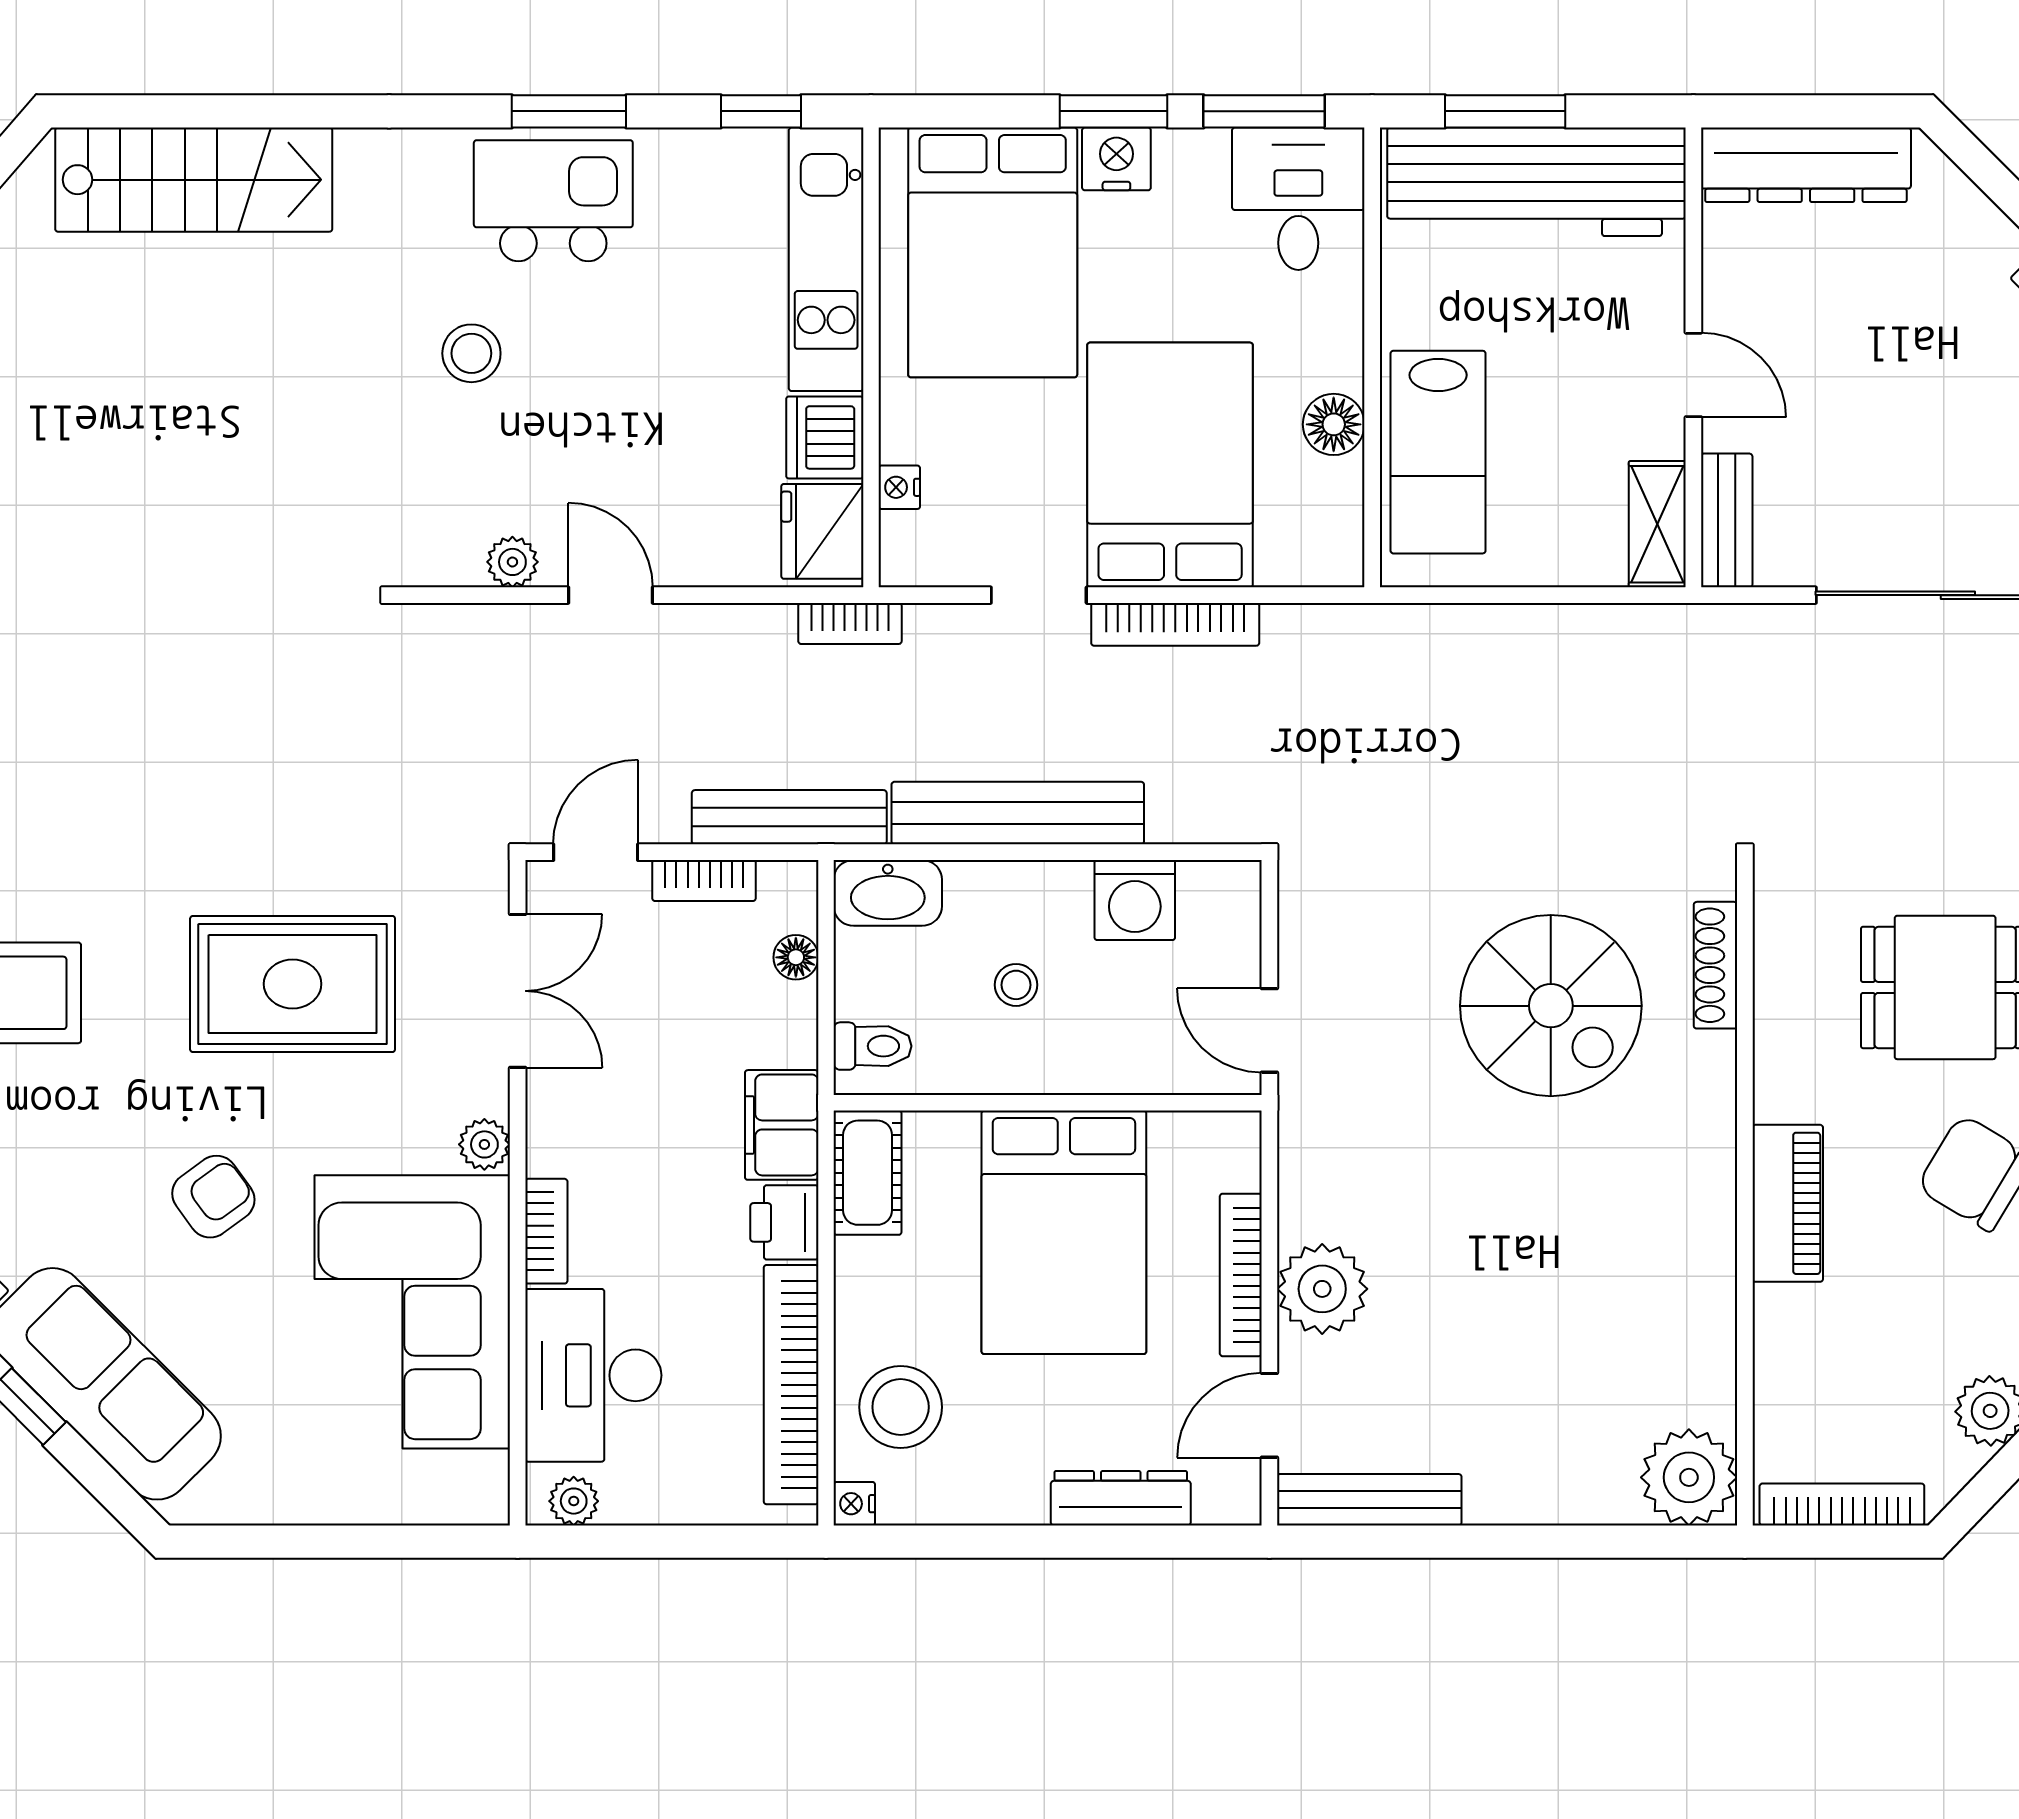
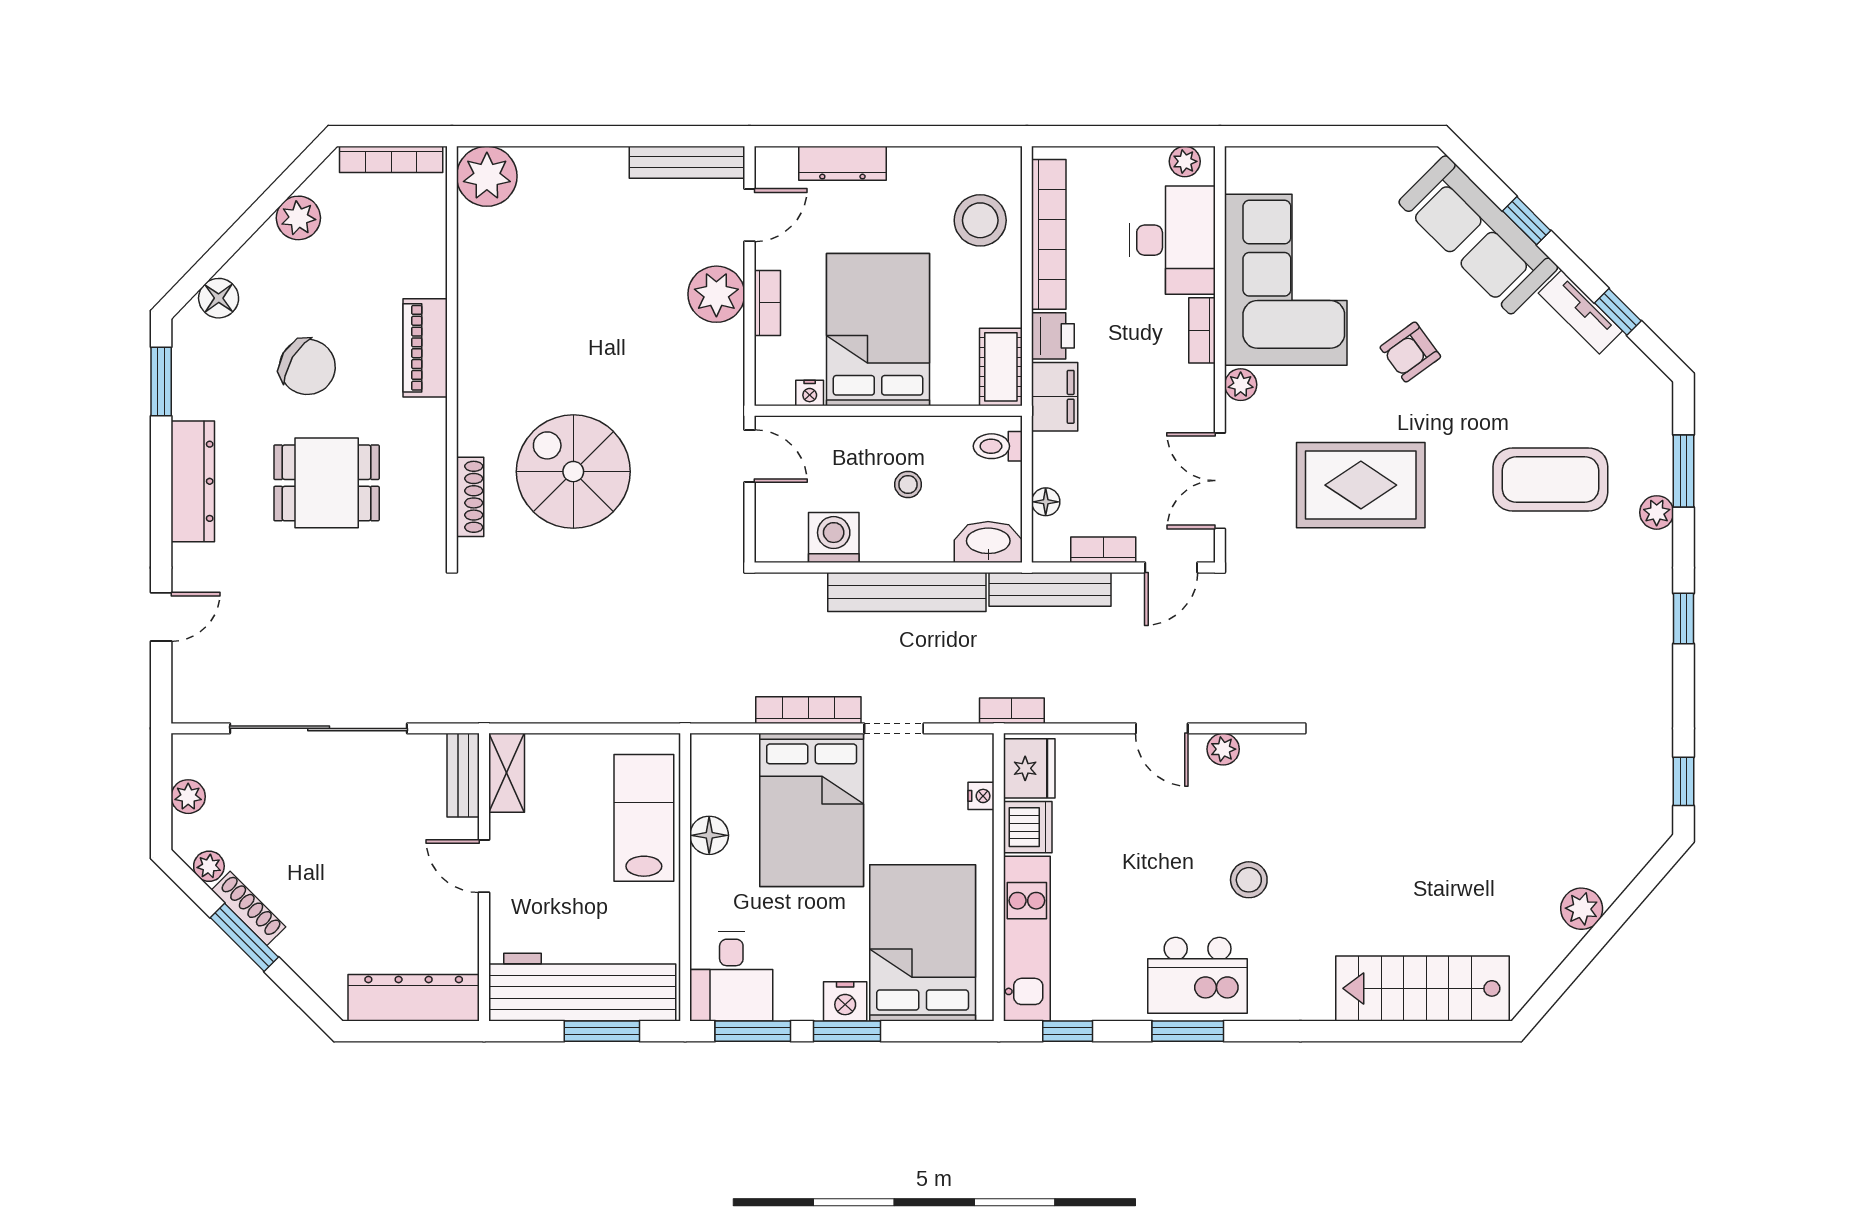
bookcase: (1241, 1275) -> (767, 303), width x0.64
nightstand: (854, 1504) -> (810, 393), moved, turned 90

